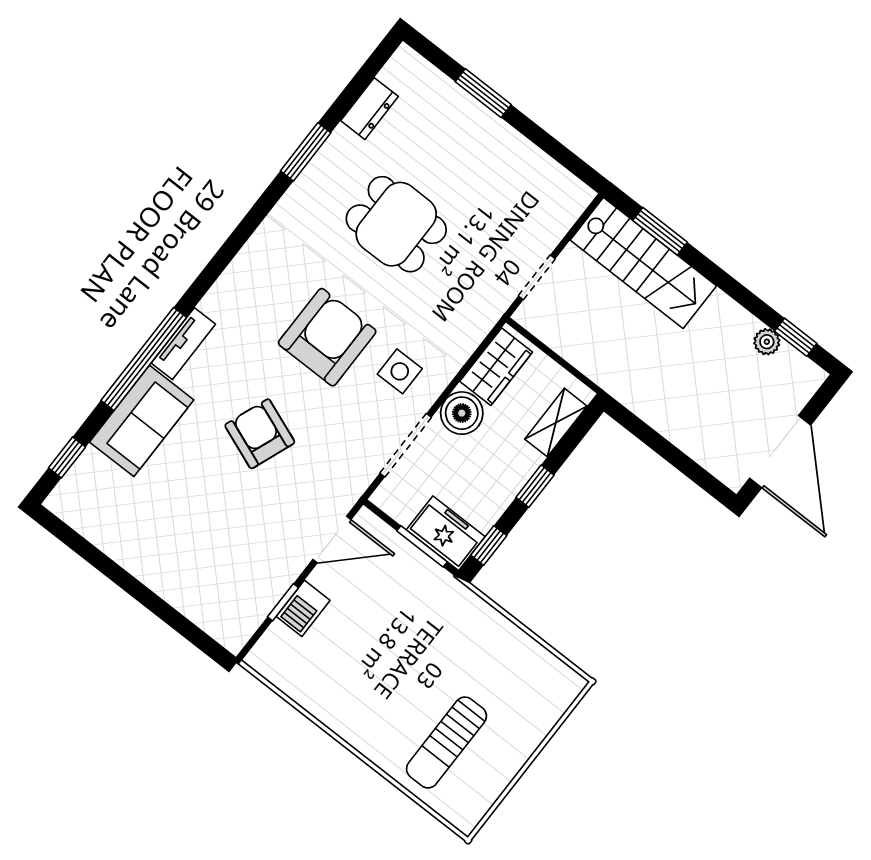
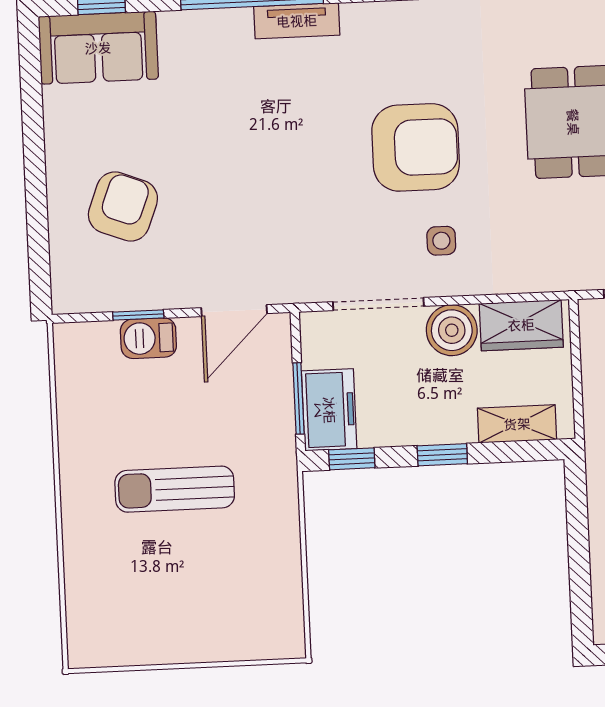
side table: (400, 371) -> (441, 241), width x0.73, depth x0.73
sofa: (142, 421) -> (98, 48), moved
armchair: (260, 434) -> (123, 207), moved
door: (332, 540) -> (234, 311), hinge flipped
sun lounger: (446, 742) -> (175, 489), moved

